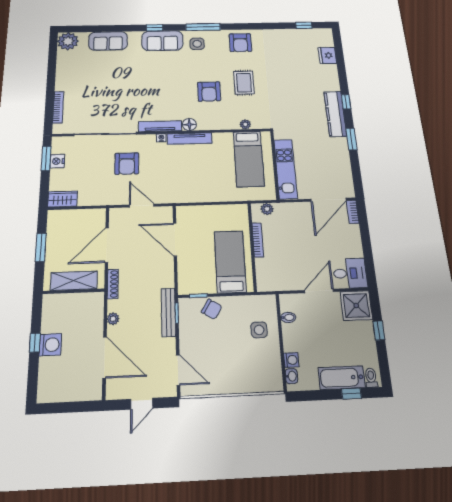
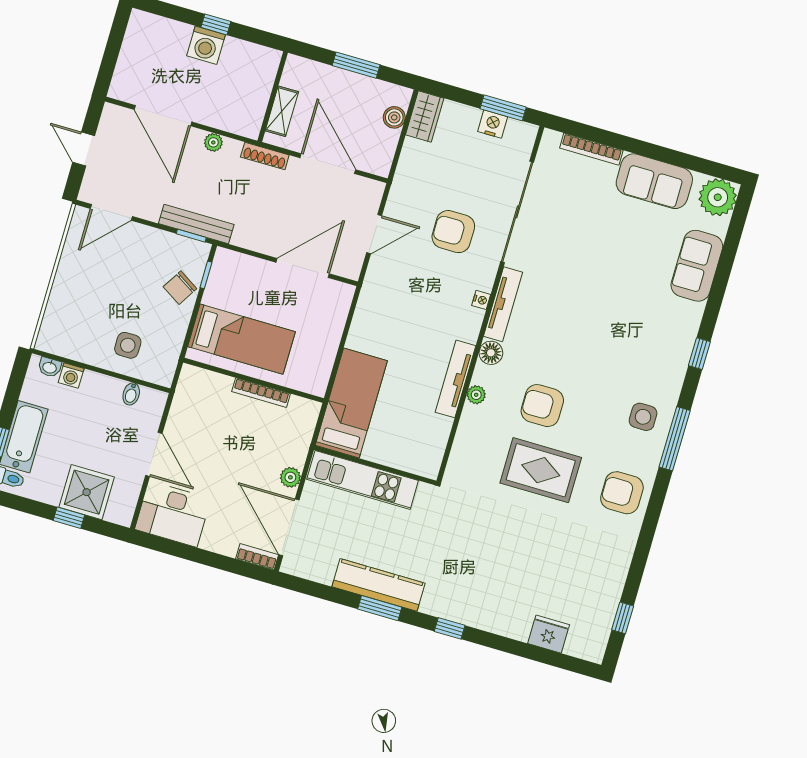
sofa: (162, 41) -> (654, 181), moved, turned -90
rug: (244, 83) -> (541, 470), width x1.36, depth x1.43
kitchen counter: (335, 114) -> (378, 585), moved
plant: (245, 124) -> (476, 395), moved
tv unit: (190, 139) -> (455, 379), moved
bed: (249, 159) -> (351, 403), moved, turned 90
plant: (267, 209) -> (290, 477), moved
boiler: (68, 216) -> (394, 117), added
desk: (350, 273) -> (173, 514), width x1.37
shelving: (74, 281) -> (282, 111), width x0.67, depth x0.75
shower: (356, 306) -> (87, 492), moved
door: (105, 357) -> (163, 116), hinge flipped

